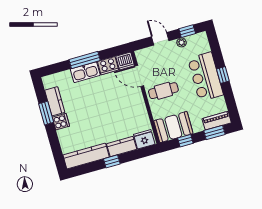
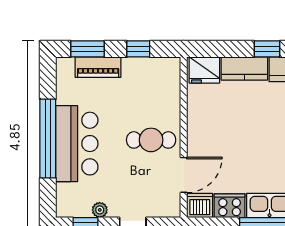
window: (223, 75) -> (48, 138), width x3.17
door: (139, 76) -> (184, 175), hinge flipped
piano: (217, 121) -> (98, 67), moved
booth: (173, 127) -> (152, 76), removed

